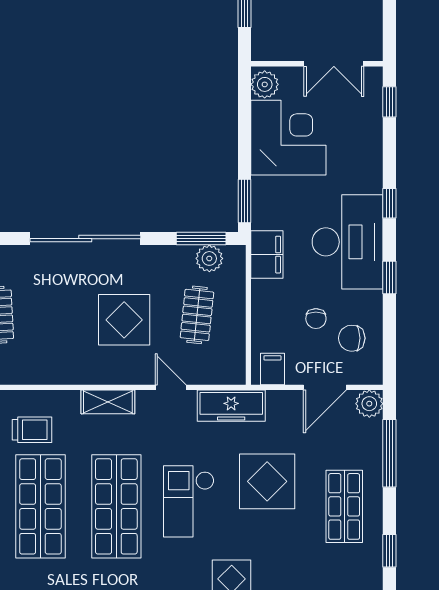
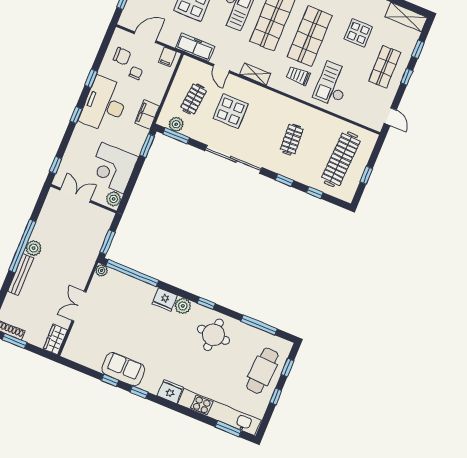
plant: (369, 404) -> (127, 20), removed

